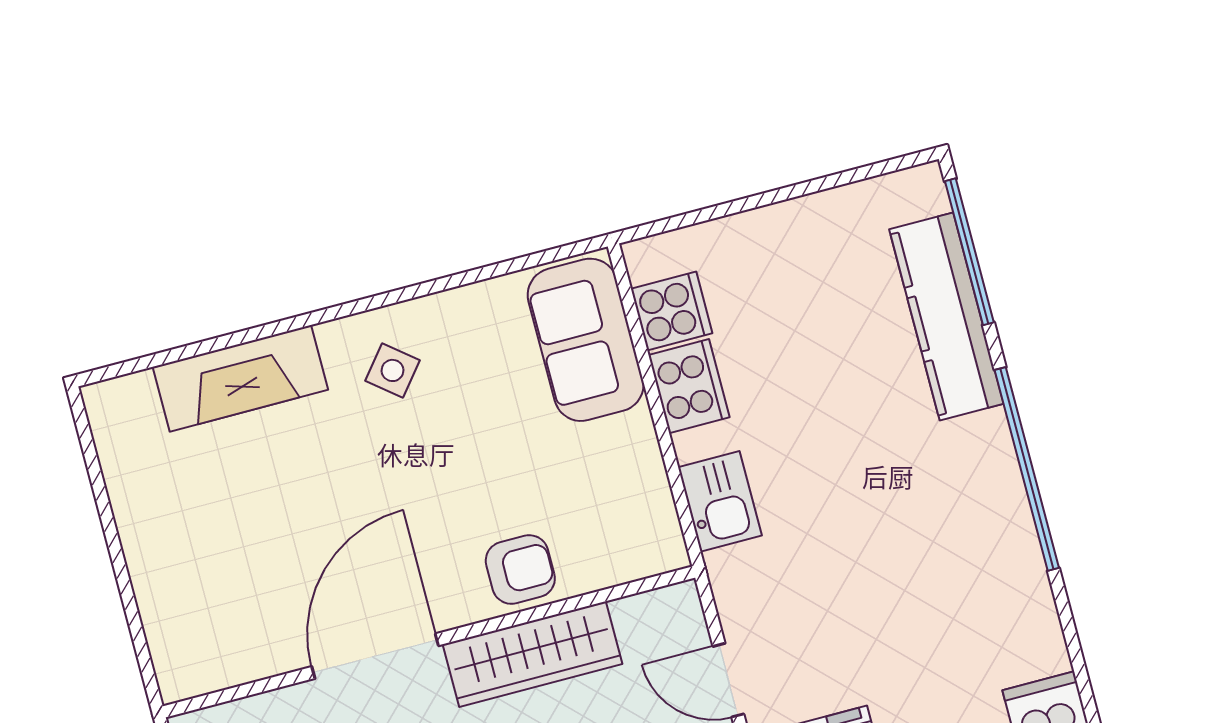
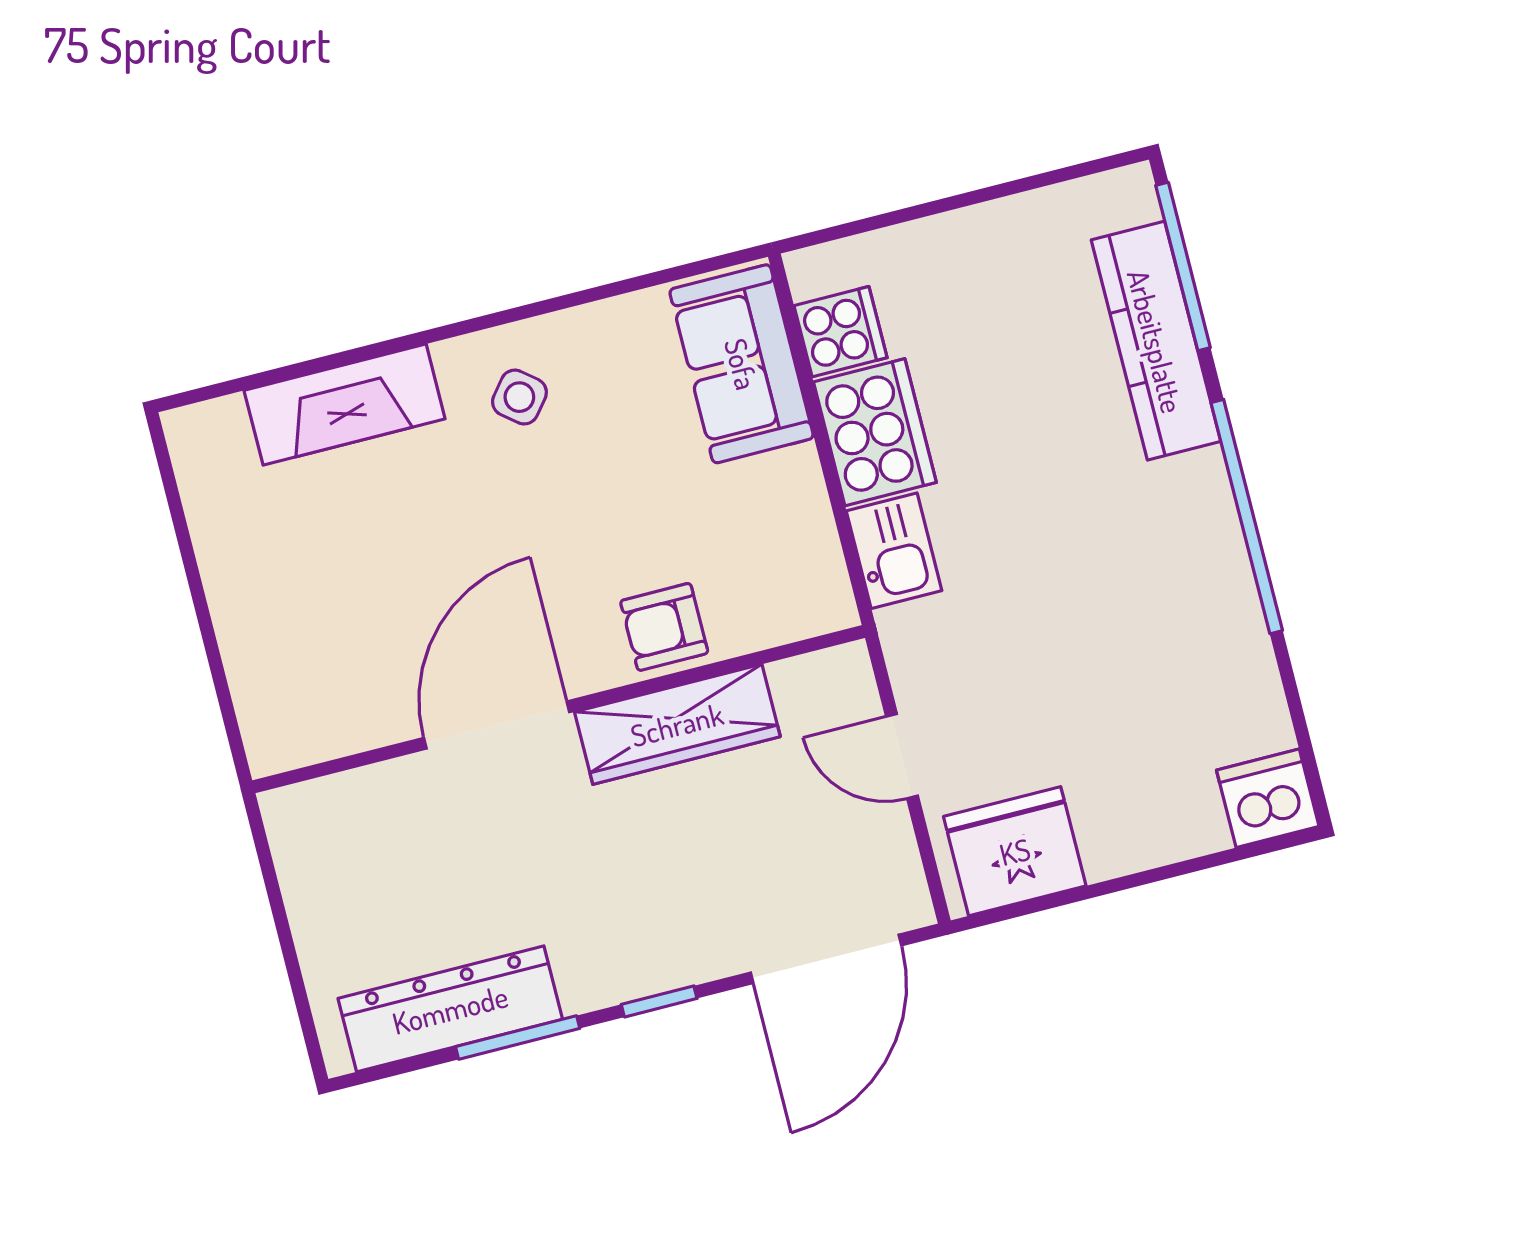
cooker: (689, 386) -> (875, 432), width x1.37, depth x1.31
armchair: (520, 570) -> (664, 627), turned 180

